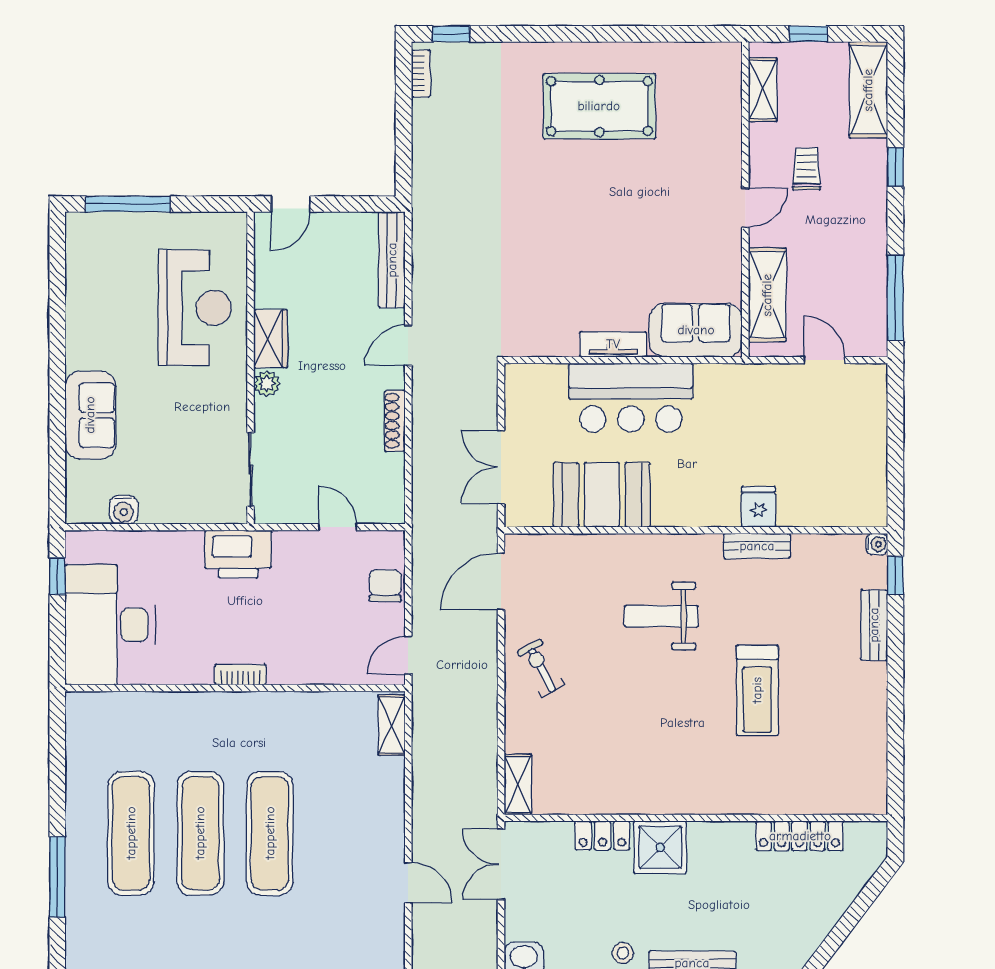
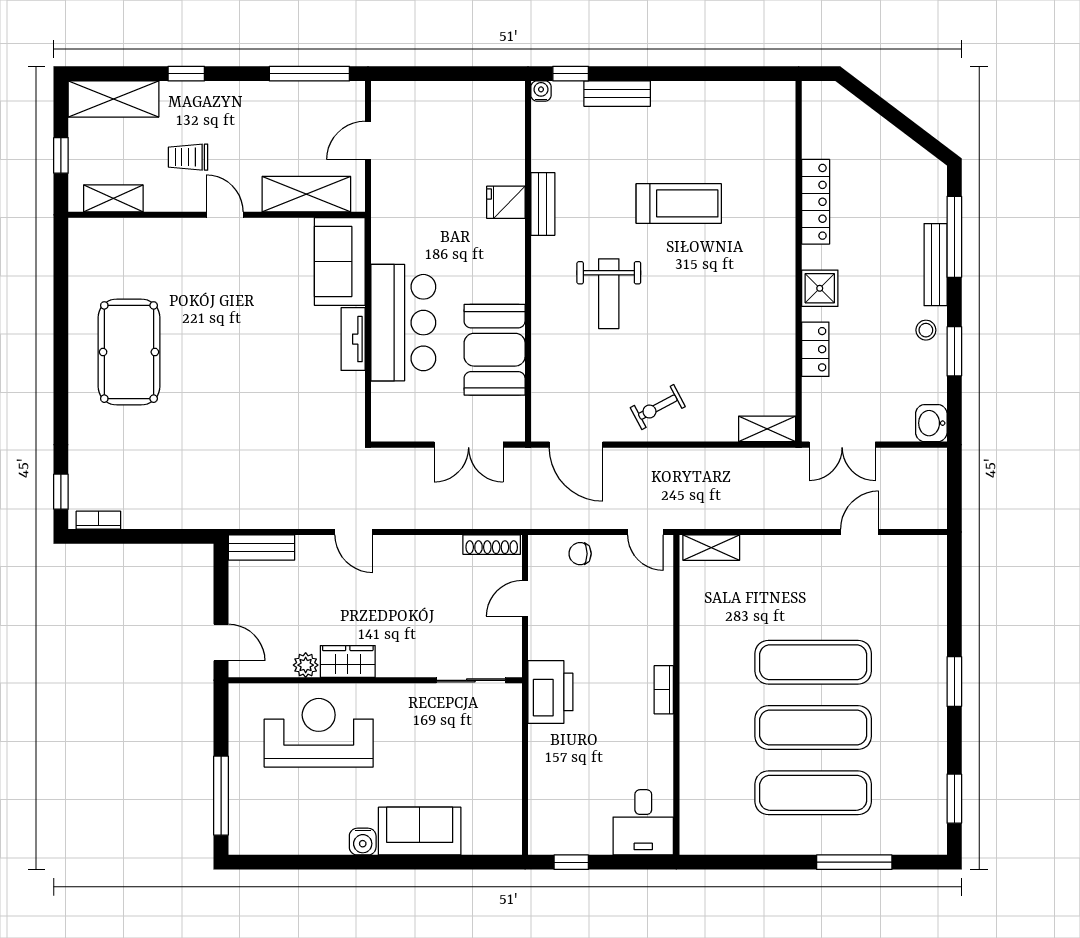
bench: (392, 260) -> (261, 547), width x0.73
plant: (267, 384) -> (306, 665), moved
shoe rack: (395, 421) -> (492, 545), moved
water cooler: (124, 510) -> (363, 842), moved, turned 90
chair: (385, 586) -> (580, 554), width x0.73, depth x0.73
desk: (110, 625) -> (643, 822), width x0.53, depth x0.77
locker: (800, 836) -> (816, 202), moved
shower: (660, 847) -> (820, 288), width x0.73, depth x0.73

